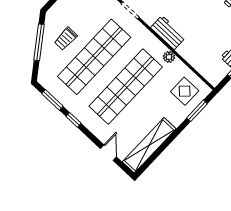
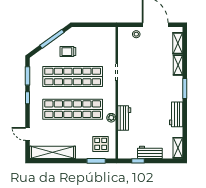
workbench: (168, 33) -> (124, 118), moved
door: (108, 153) -> (27, 134), swing flipped

